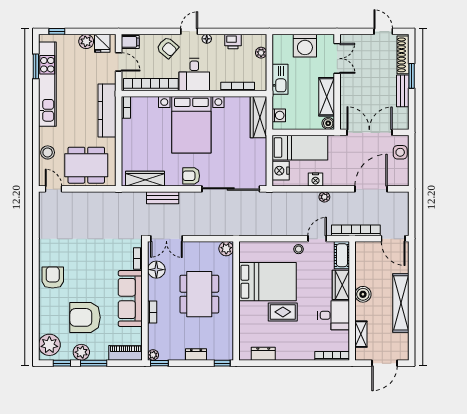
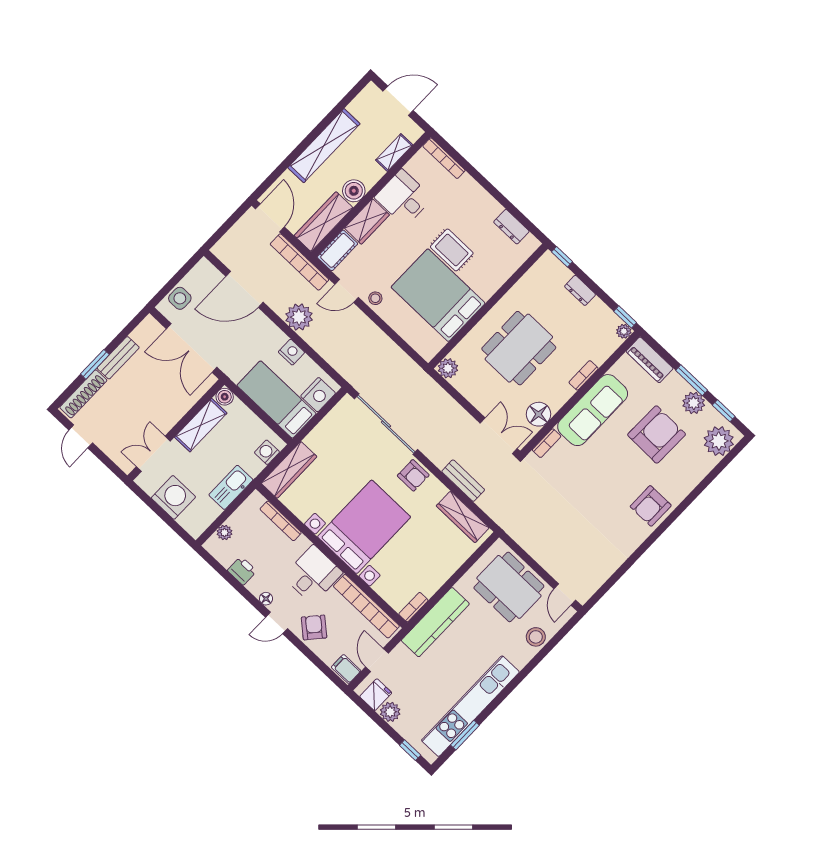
plant: (324, 197) -> (299, 317), width x1.88, depth x1.88
wardrobe: (363, 263) -> (324, 222), added
armchair: (85, 317) -> (657, 434), turned -89

